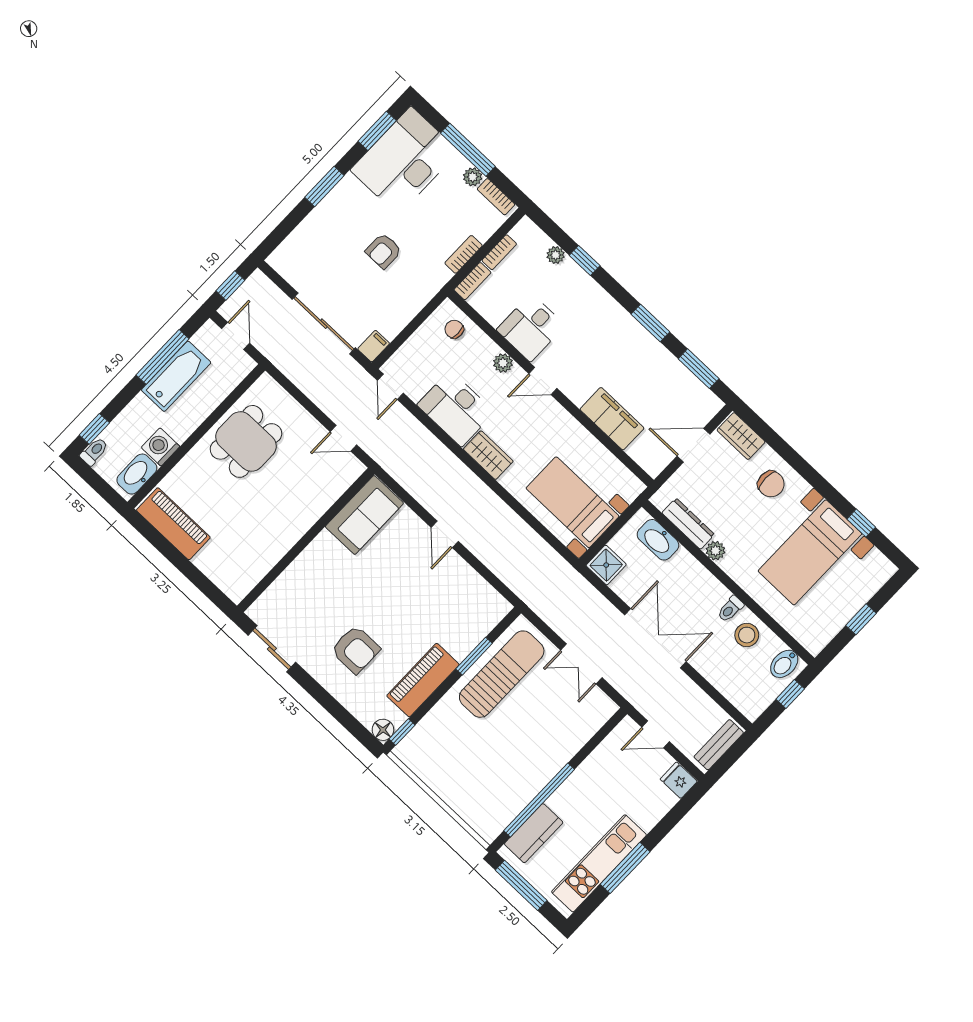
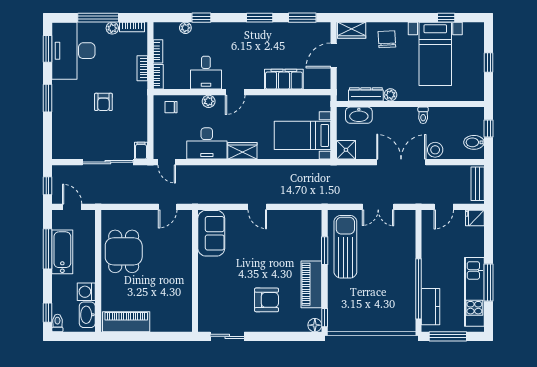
chair: (771, 484) -> (387, 39), turned -93
stool: (747, 635) -> (435, 150), moved
bidet: (784, 664) -> (474, 142), moved, turned 90

